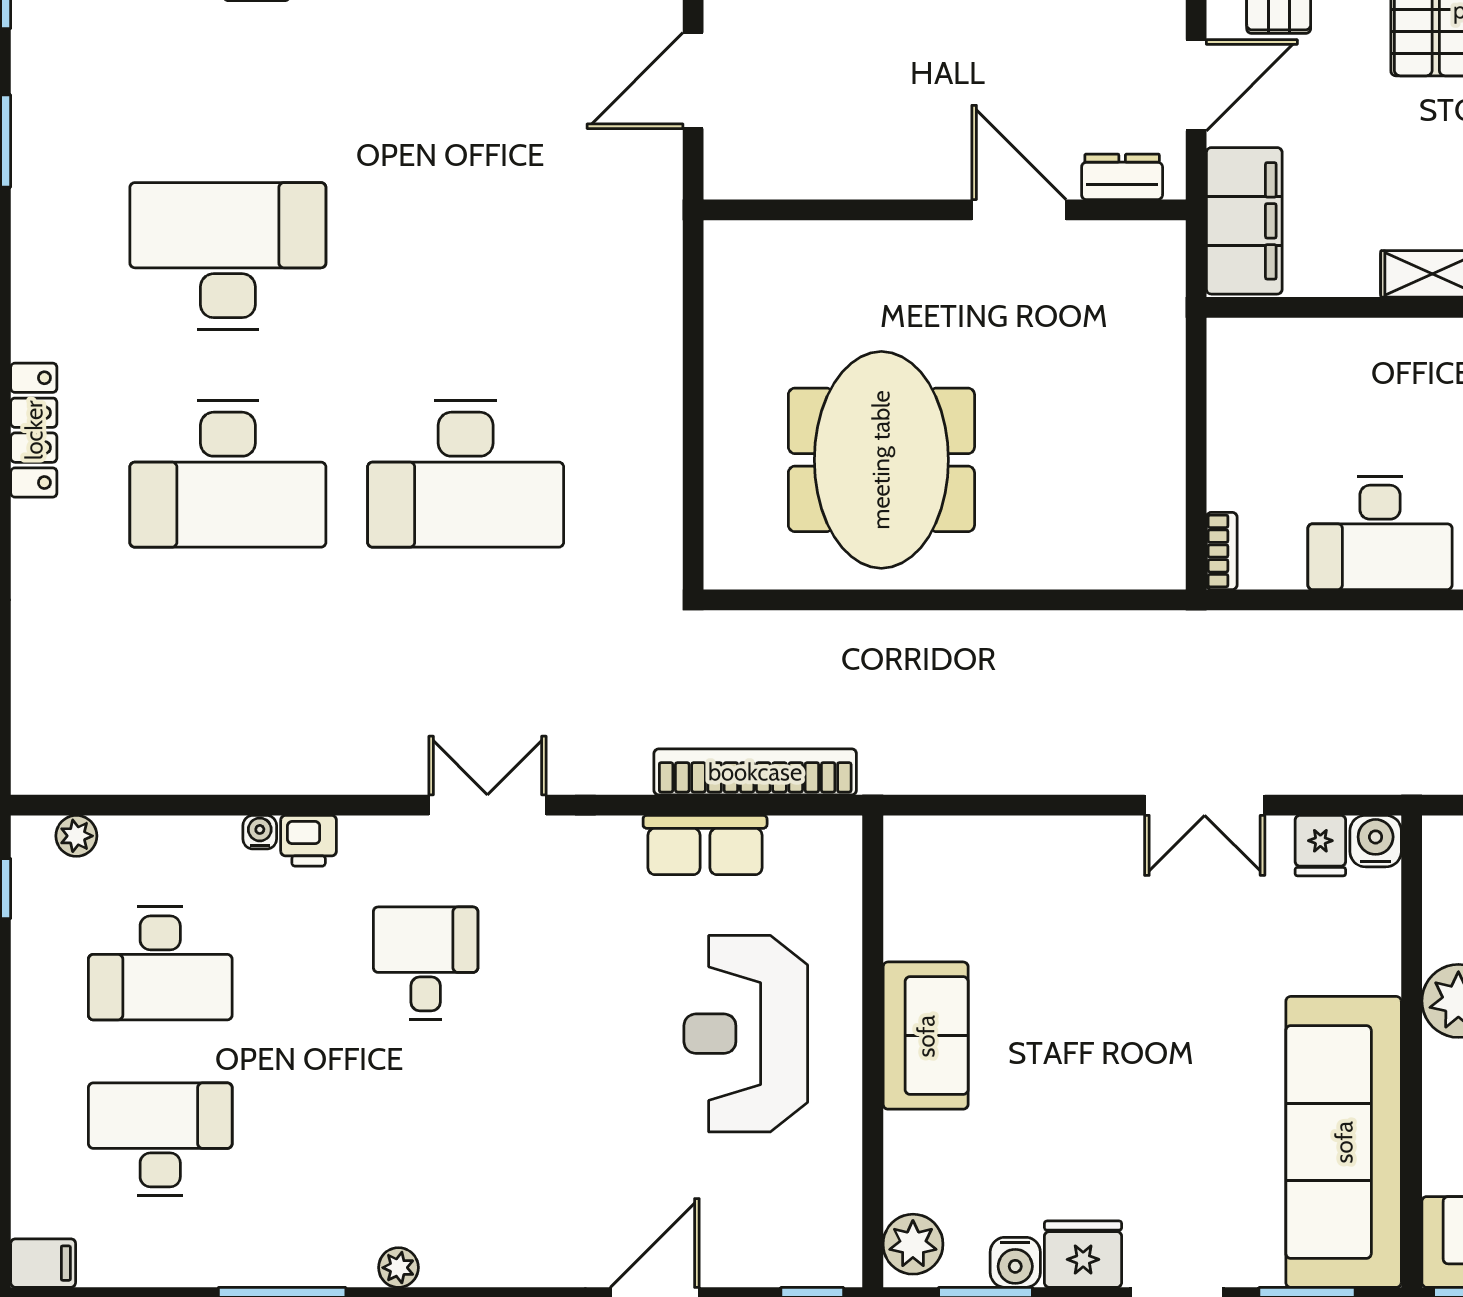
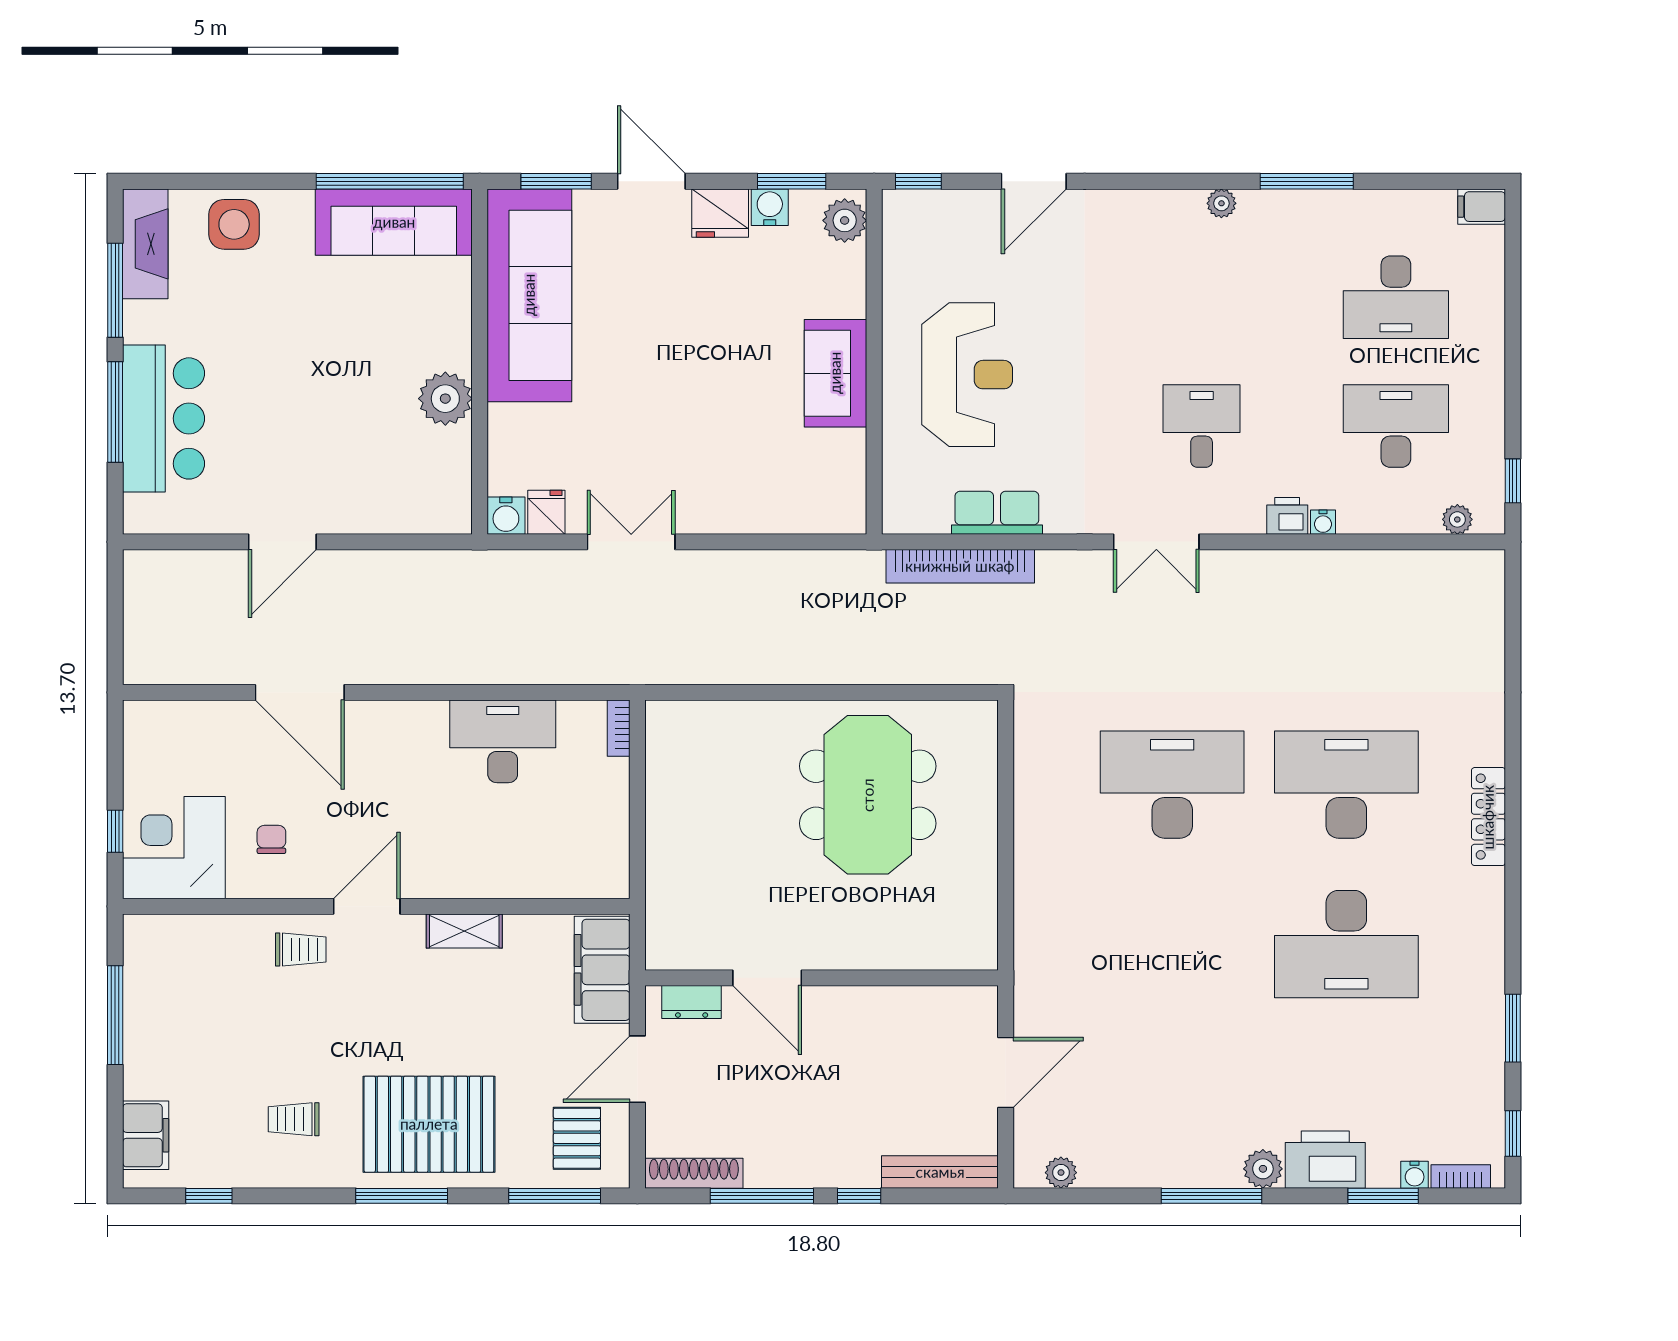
desk: (426, 963) -> (1202, 426), turned 180

